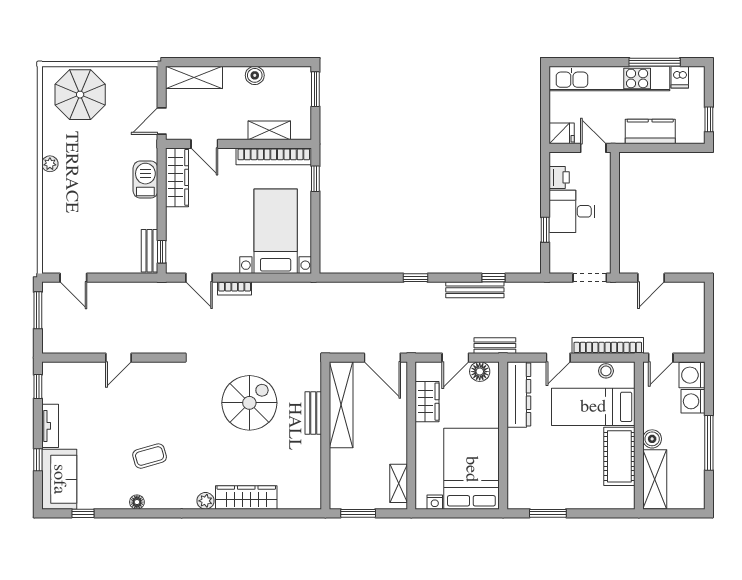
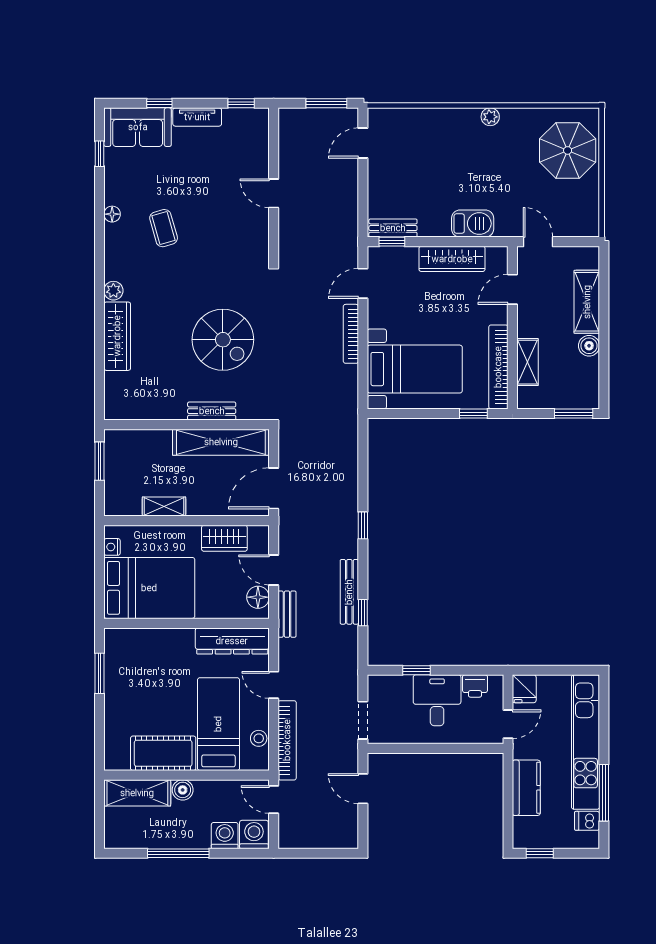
shelving: (194, 77) -> (587, 302), moved
wardrobe: (177, 177) -> (452, 259), moved
bookcase: (235, 288) -> (351, 334), width x1.56
shelving: (399, 483) -> (164, 507), moved

